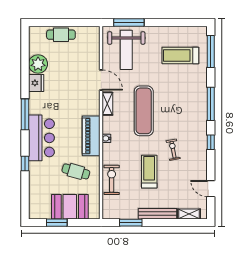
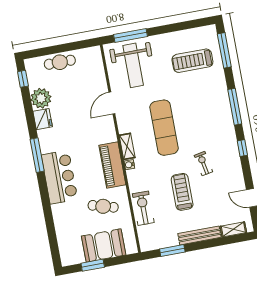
door: (101, 80) -> (112, 103), swing flipped
shelving: (107, 104) -> (127, 146), moved
window: (25, 163) -> (23, 79), moved

